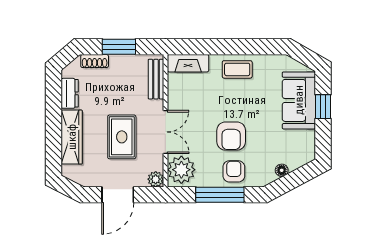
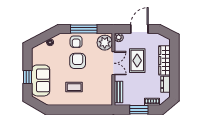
fireplace: (188, 63) -> (101, 101), removed
coffee table: (237, 69) -> (74, 87), moved
double door: (165, 132) -> (113, 63), swing flipped

